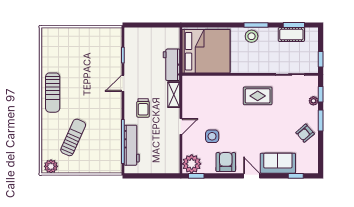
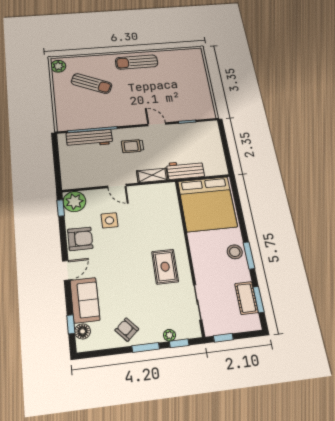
floor lamp: (302, 167) -> (83, 331), added

